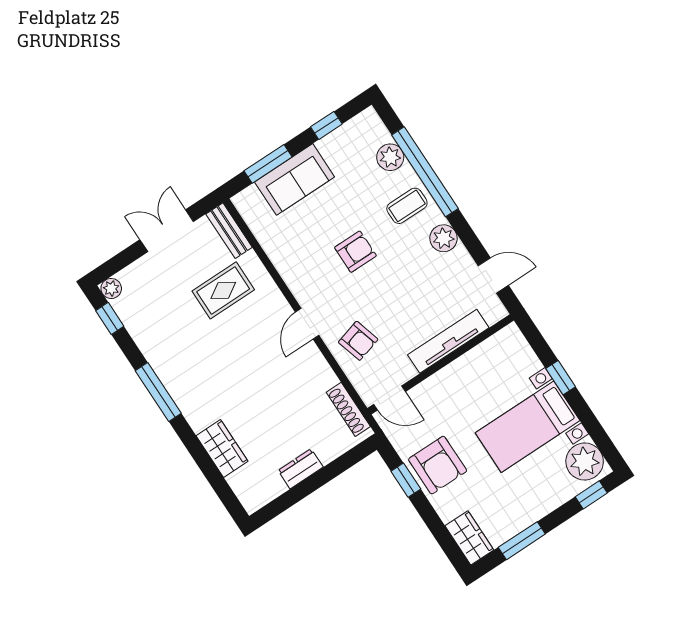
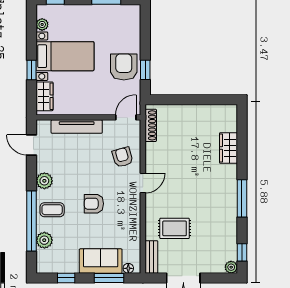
floor lamp: (250, 194) -> (128, 268), added
door: (389, 398) -> (126, 117), hinge flipped
plant: (585, 461) -> (42, 24), width x0.53, depth x0.53
dresser: (301, 469) -> (195, 111), removed
wardrobe: (469, 538) -> (44, 96), moved, turned 180

